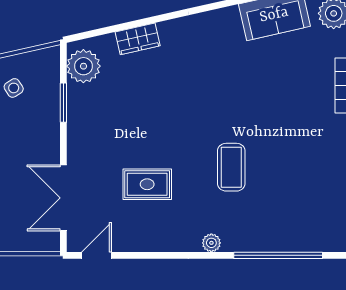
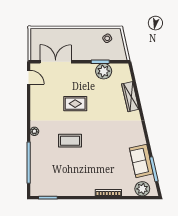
wardrobe: (138, 39) -> (130, 97), width x1.50
plant: (83, 66) -> (104, 71), moved
rug: (147, 184) -> (75, 104), moved, turned 90

